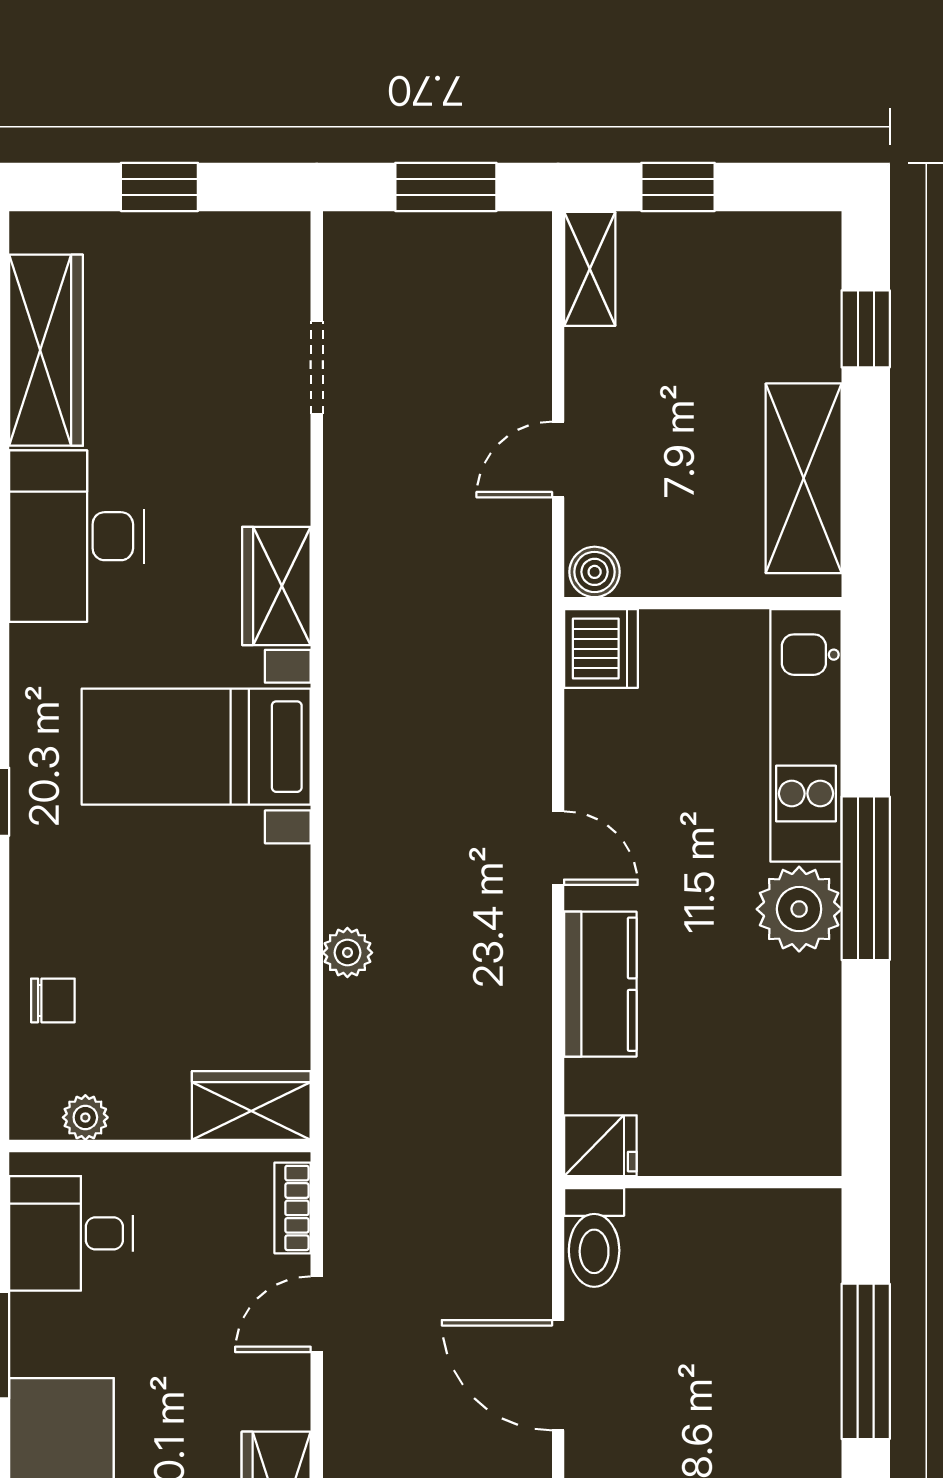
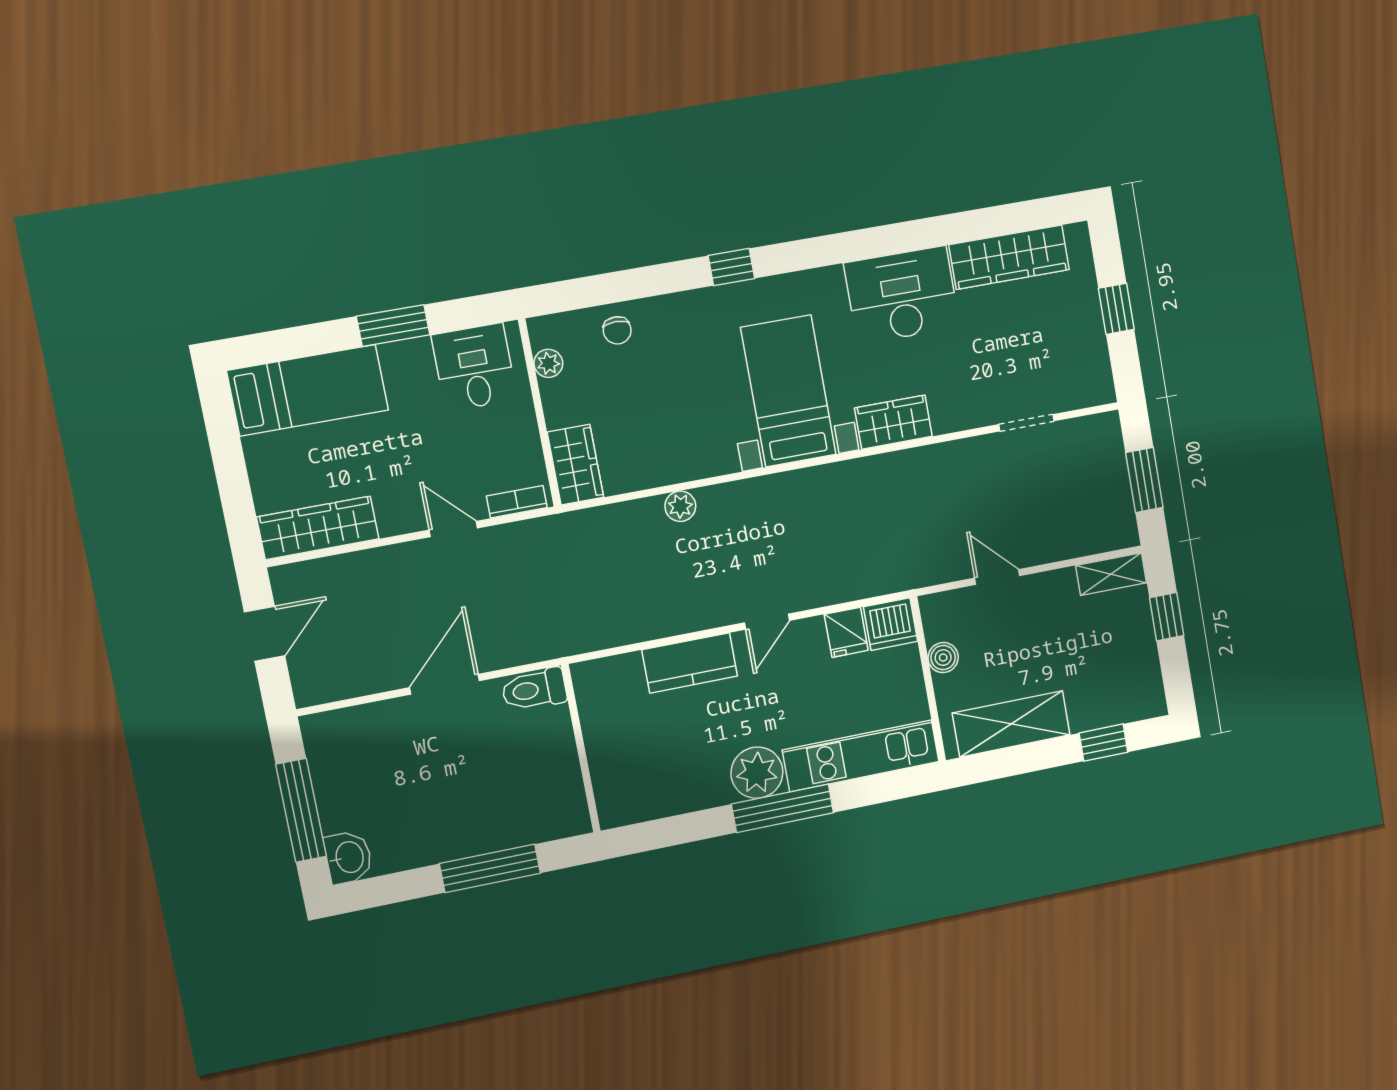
boiler: (595, 572) -> (943, 658), moved
fridge: (600, 1146) -> (846, 632), moved

